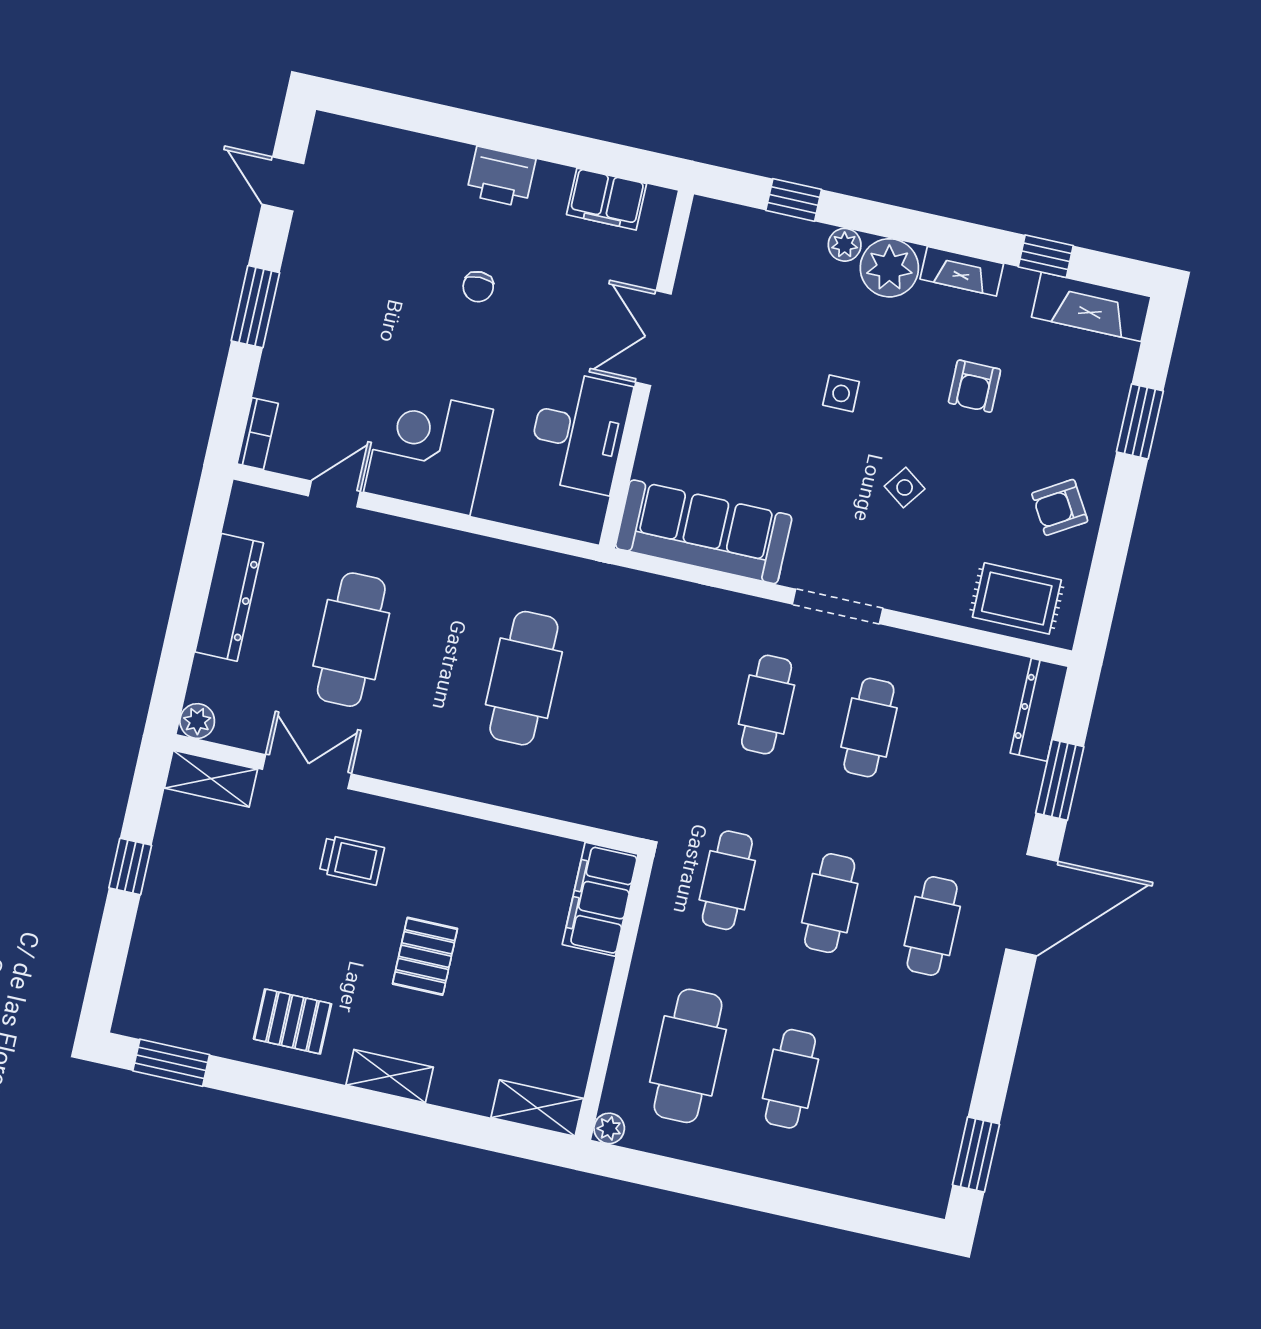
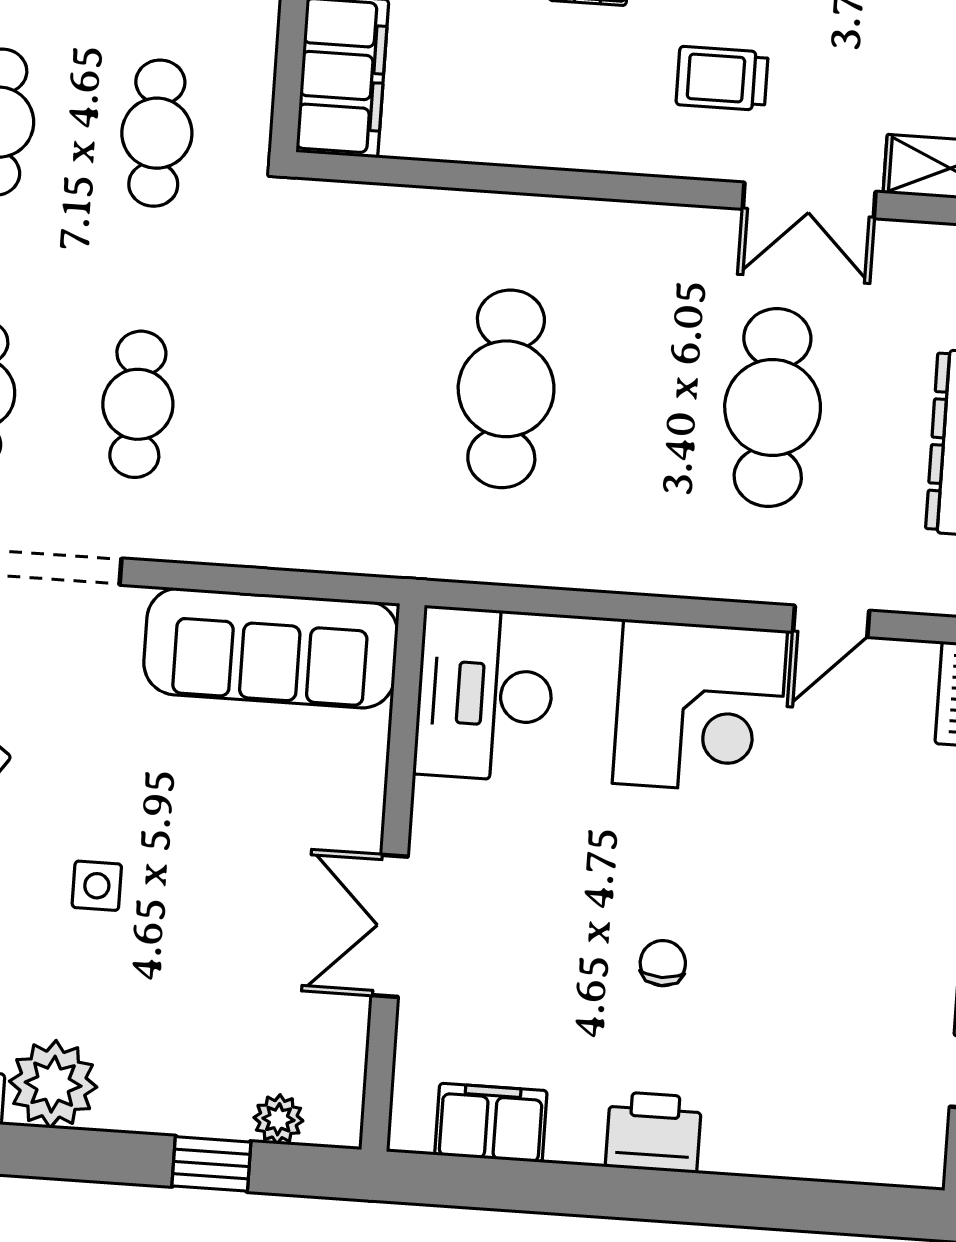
plant: (845, 245) -> (278, 1119), moved
double door: (653, 338) -> (390, 926), swing flipped
desk: (579, 432) -> (485, 694), moved

